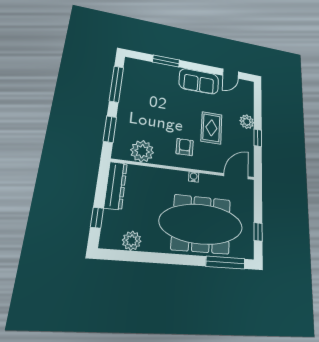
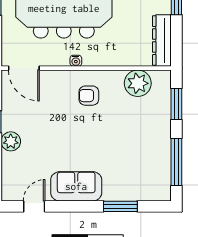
rug: (211, 128) -> (57, 125), removed
armchair: (185, 147) -> (89, 96), turned 90
door: (236, 176) -> (24, 68), hinge flipped

